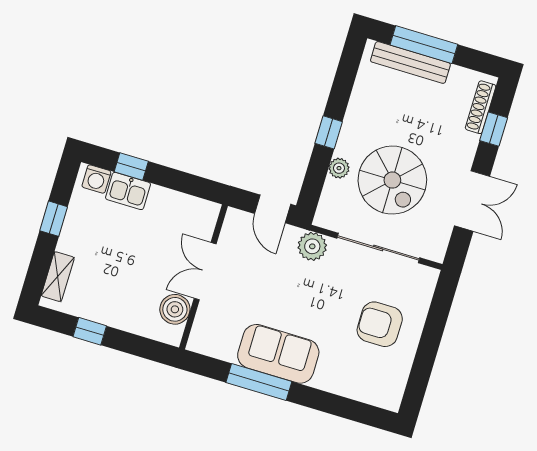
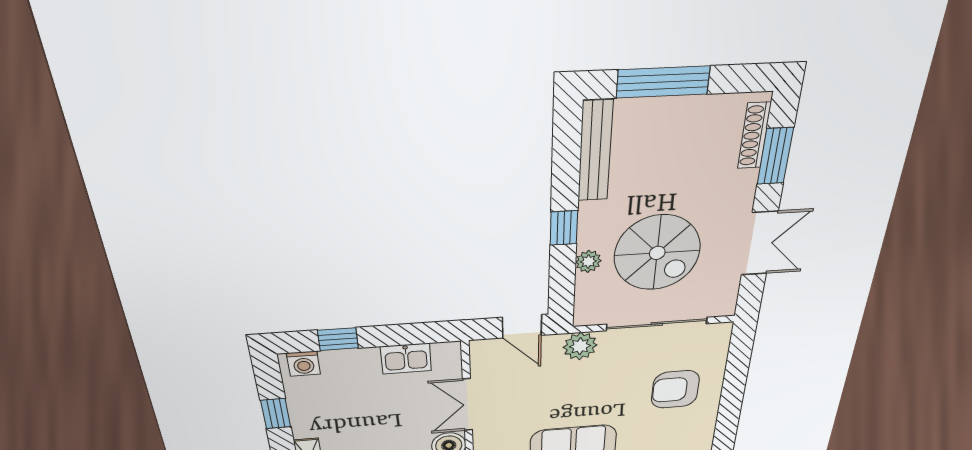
bench: (410, 62) -> (595, 151), moved, turned 90
window: (494, 129) -> (775, 156), width x1.50
kitchen sink: (128, 191) -> (406, 359), moved

